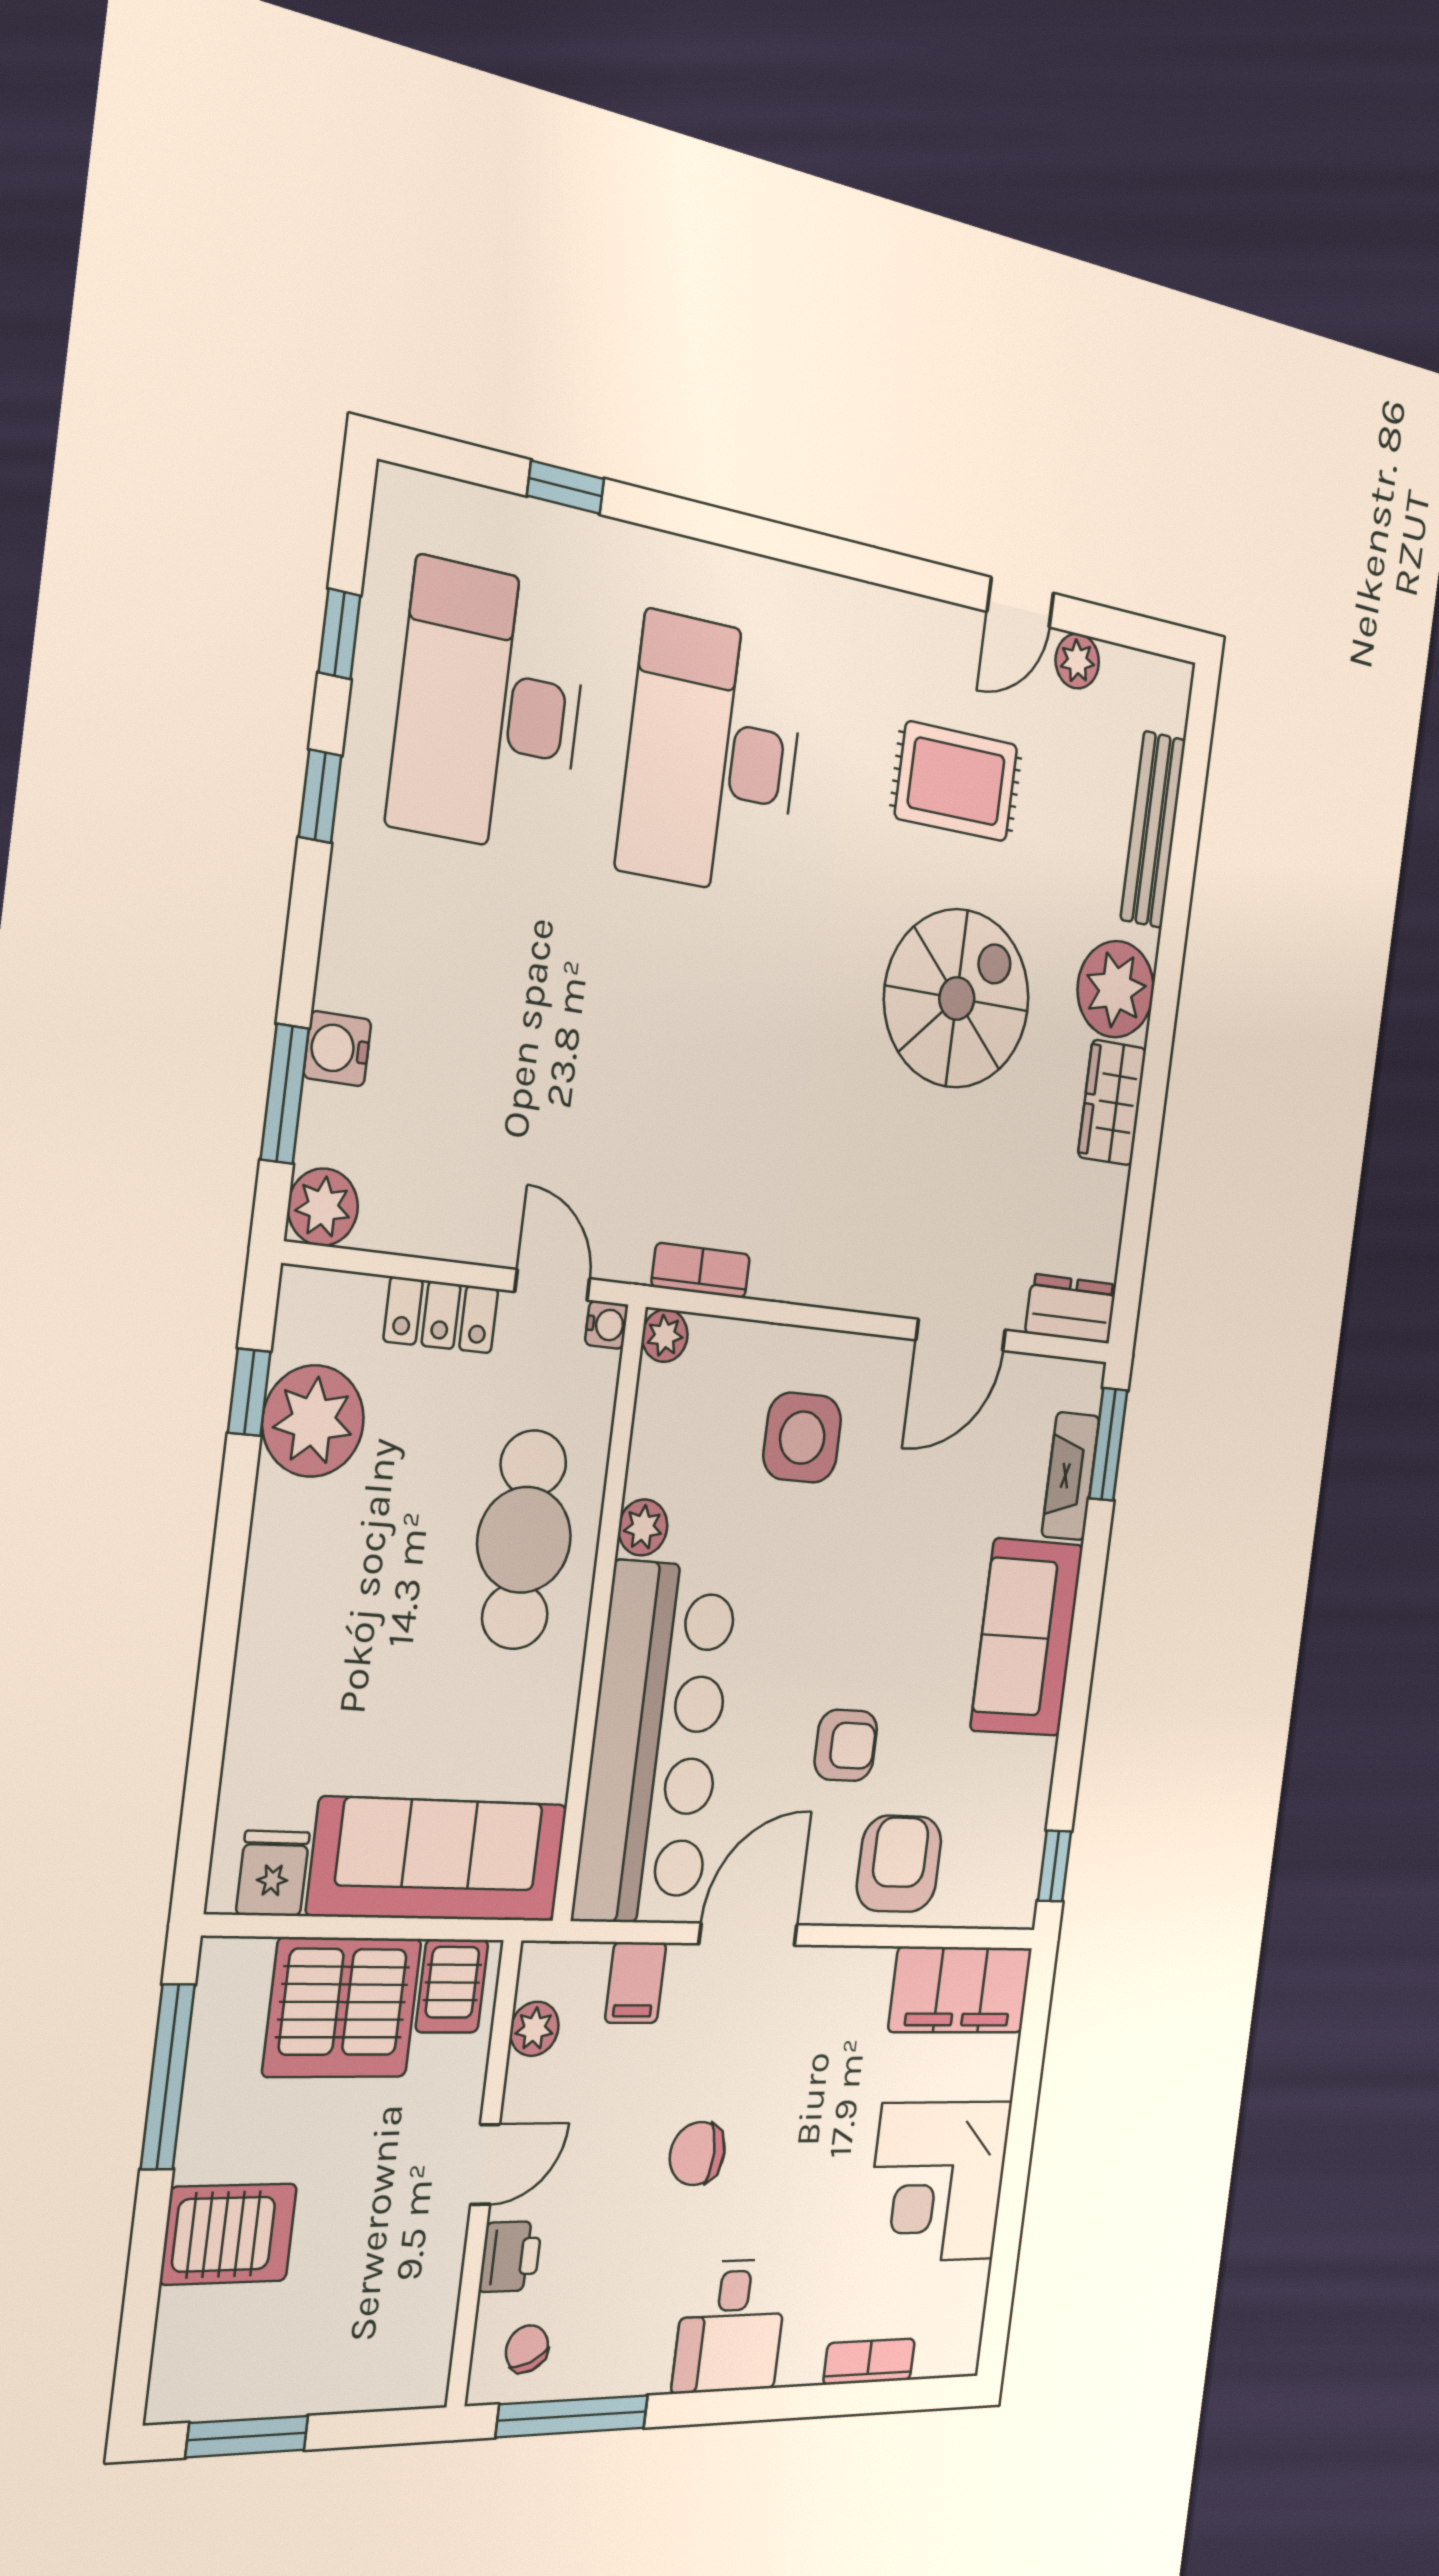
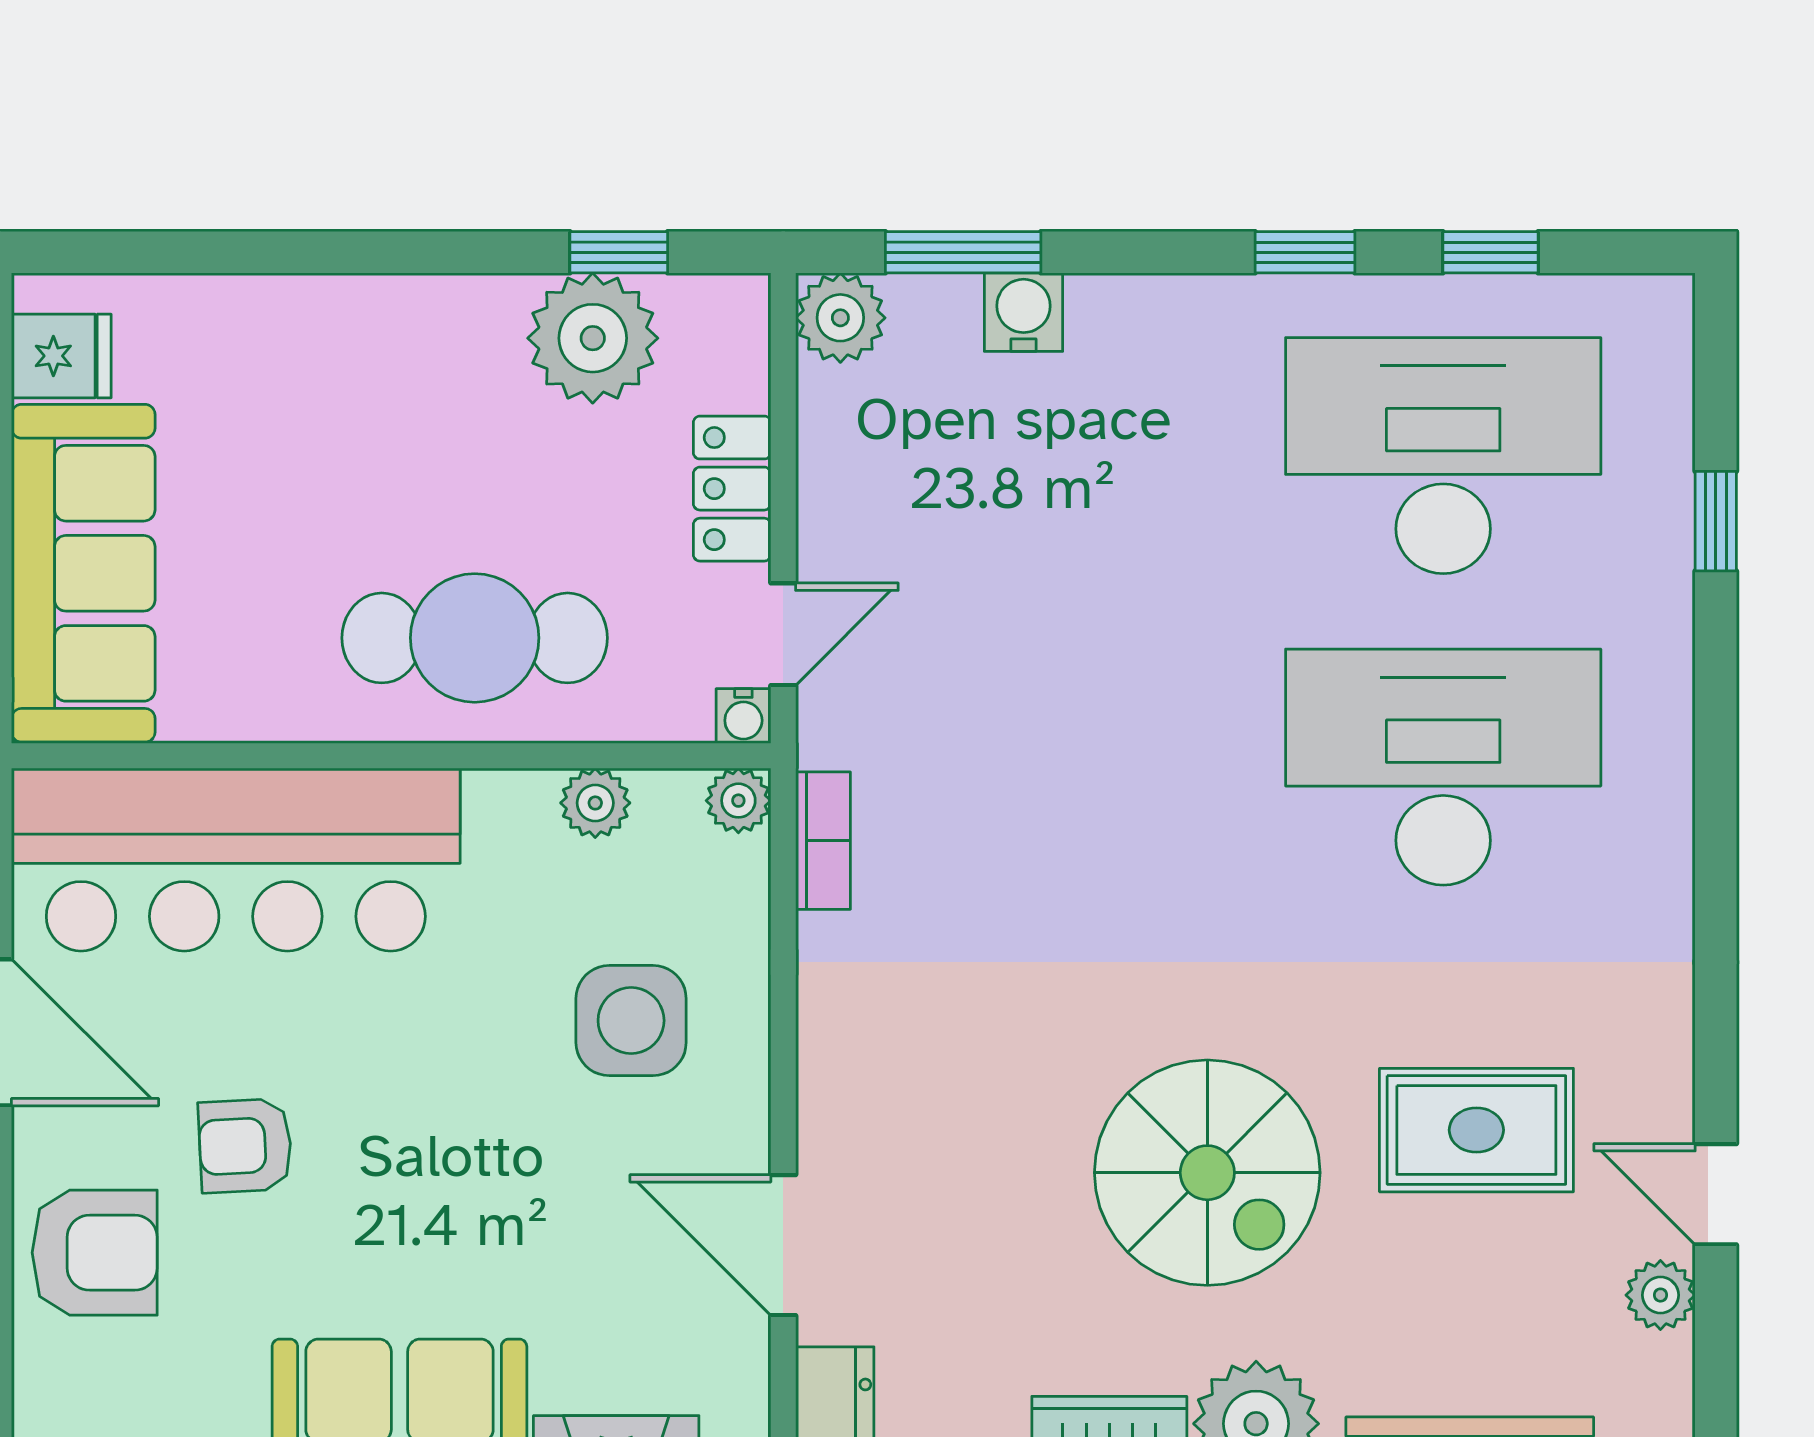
rug: (956, 781) -> (1476, 1130), turned 90
plant: (643, 1527) -> (595, 803), moved
armchair: (846, 1745) -> (245, 1146), turned 87

